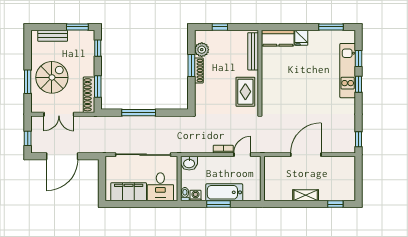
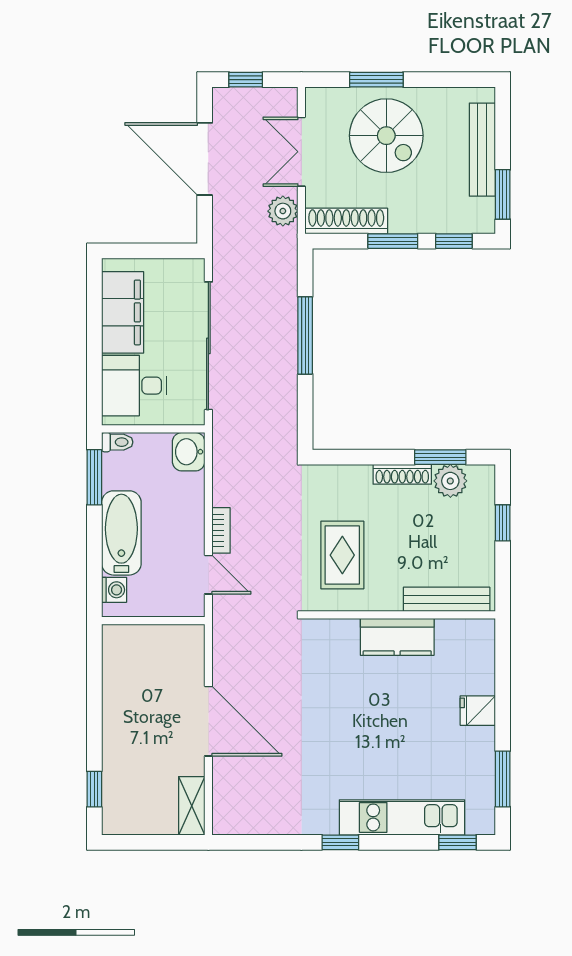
bench: (53, 36) -> (482, 150), width x1.36
kitchen counter: (278, 38) -> (397, 637), moved, turned -90
window: (358, 59) -> (458, 842), moved
window: (191, 65) -> (440, 457), moved
window: (358, 84) -> (340, 842), moved
window: (98, 87) -> (393, 241), moved
rug: (245, 92) -> (342, 555), moved, turned 90
plant: (85, 122) -> (283, 211), added
window: (358, 139) -> (244, 842), removed
shelving: (306, 195) -> (192, 806), moved
washing machine: (195, 196) -> (114, 590), moved
window: (219, 204) -> (94, 477), moved

